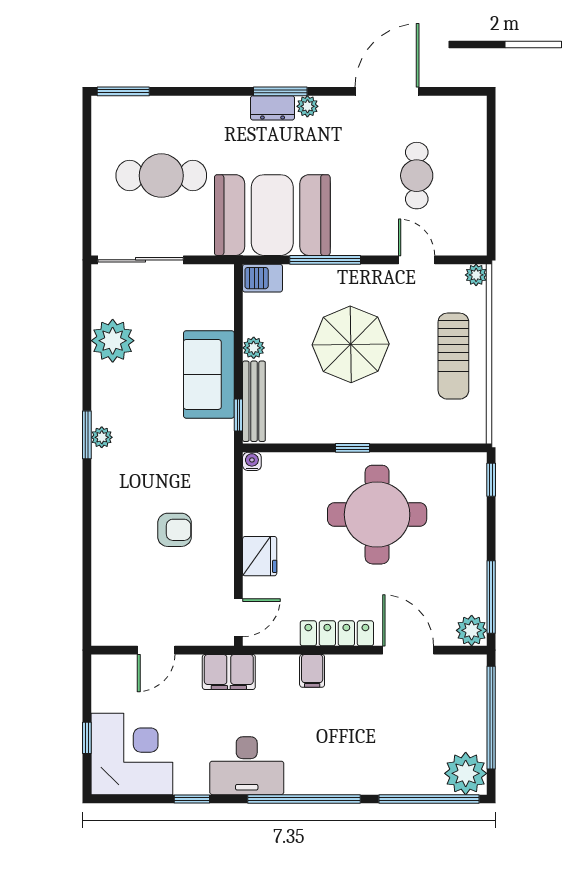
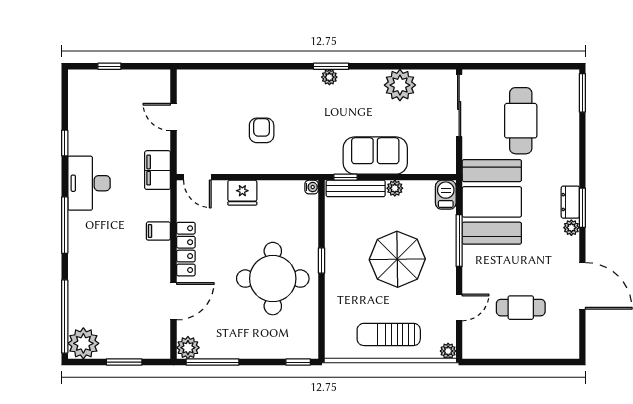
armchair: (175, 530) -> (262, 130), turned 180
window: (491, 718) -> (124, 362), width x0.47
corner desk: (132, 754) -> (98, 99), removed
window: (304, 799) -> (65, 225), width x0.68

